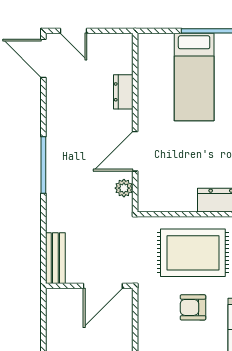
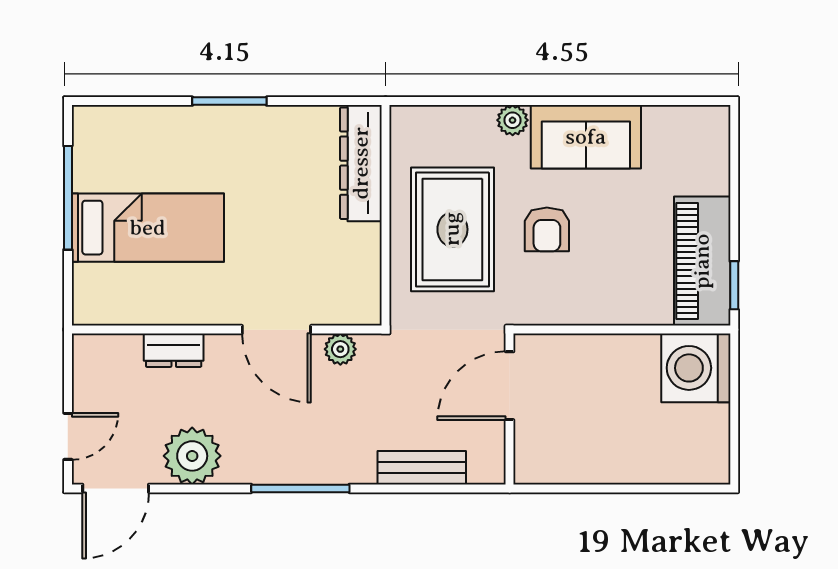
plant: (62, 103) -> (192, 456), added
bench: (55, 258) -> (422, 468), moved
door: (103, 286) -> (510, 386), swing flipped

